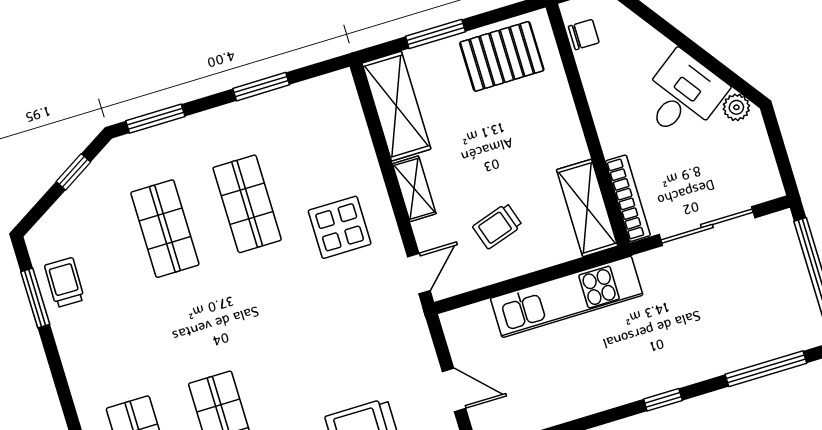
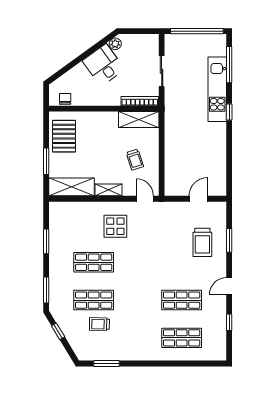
sliding door: (707, 226) -> (162, 71), width x0.73
trolley: (65, 283) -> (99, 324), moved
kitchen unit: (567, 297) -> (217, 89), moved, turned 180

